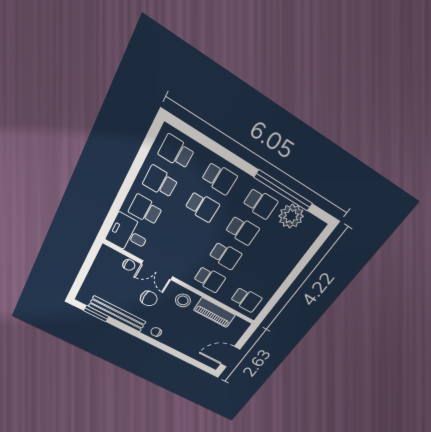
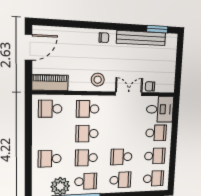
school desk: (219, 178) -> (120, 180), turned 180
school desk: (260, 203) -> (86, 181), turned 180
school desk: (280, 253) -> (50, 159), added
chair: (149, 299) -> (124, 66), removed
piano: (214, 313) -> (50, 83), moved

